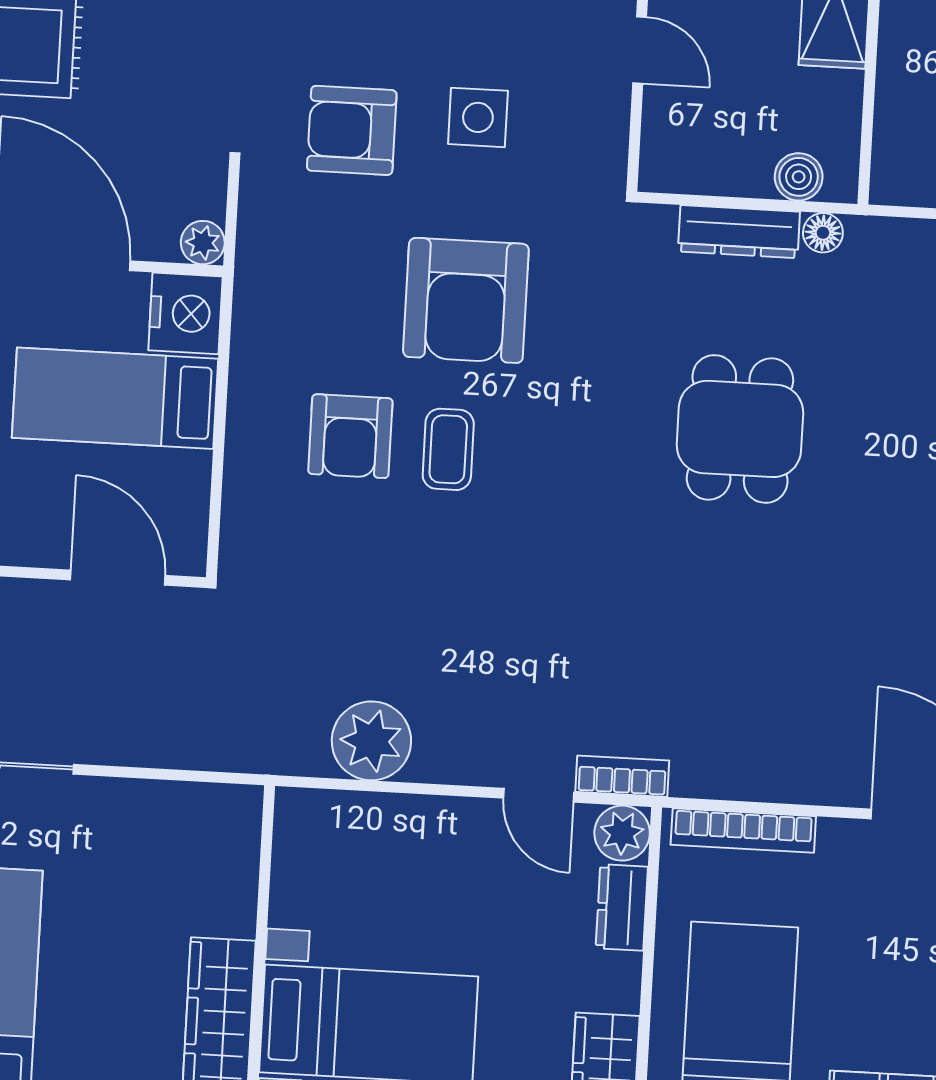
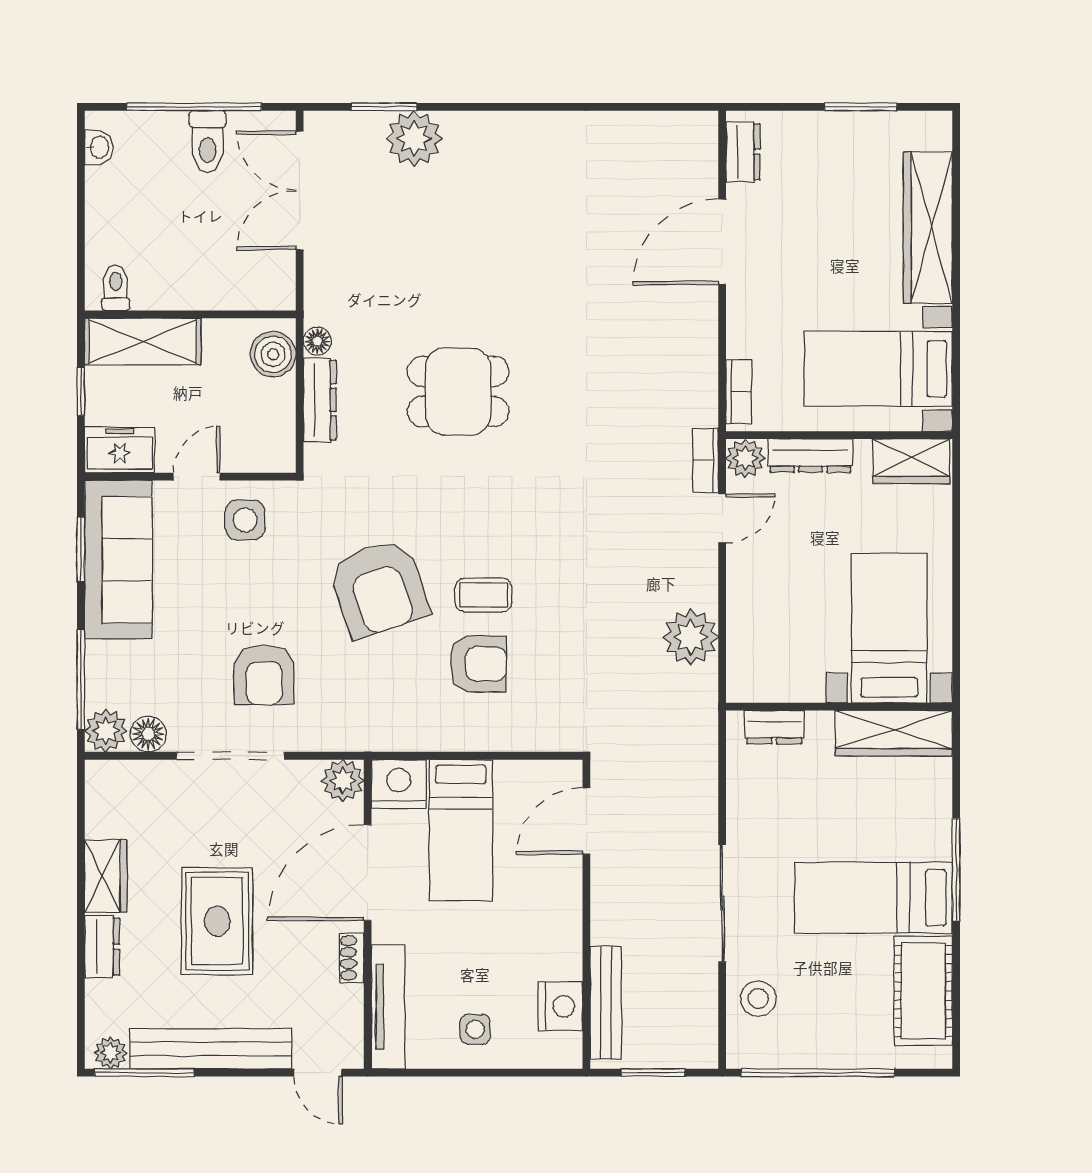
side table: (478, 117) -> (245, 520), moved
boiler: (799, 177) -> (273, 354), width x1.36, depth x1.36
plant: (203, 243) -> (343, 781), width x1.38, depth x1.38
armchair: (466, 300) -> (379, 588), turned 71
bookcase: (743, 830) -> (739, 392), width x0.64
dresser: (237, 853) -> (774, 727), added
dresser: (622, 907) -> (810, 456), width x1.44

